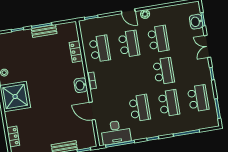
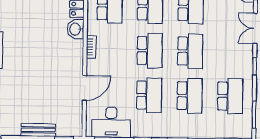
school desk: (134, 76) -> (150, 51), added
washbasin: (81, 85) -> (76, 29), moved
door: (92, 111) -> (85, 88), swing flipped

